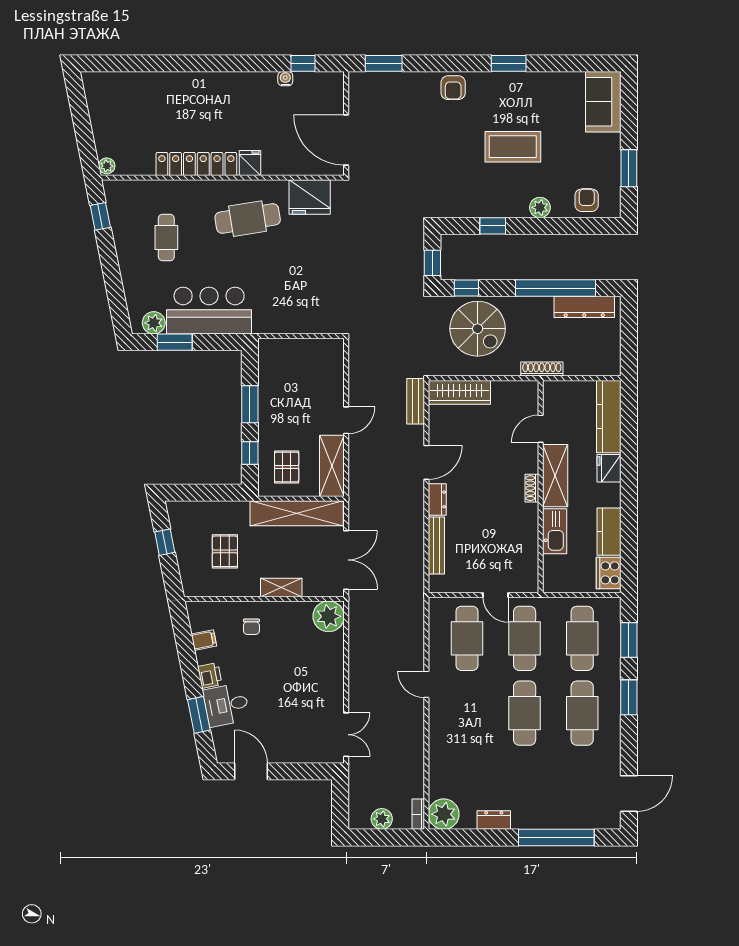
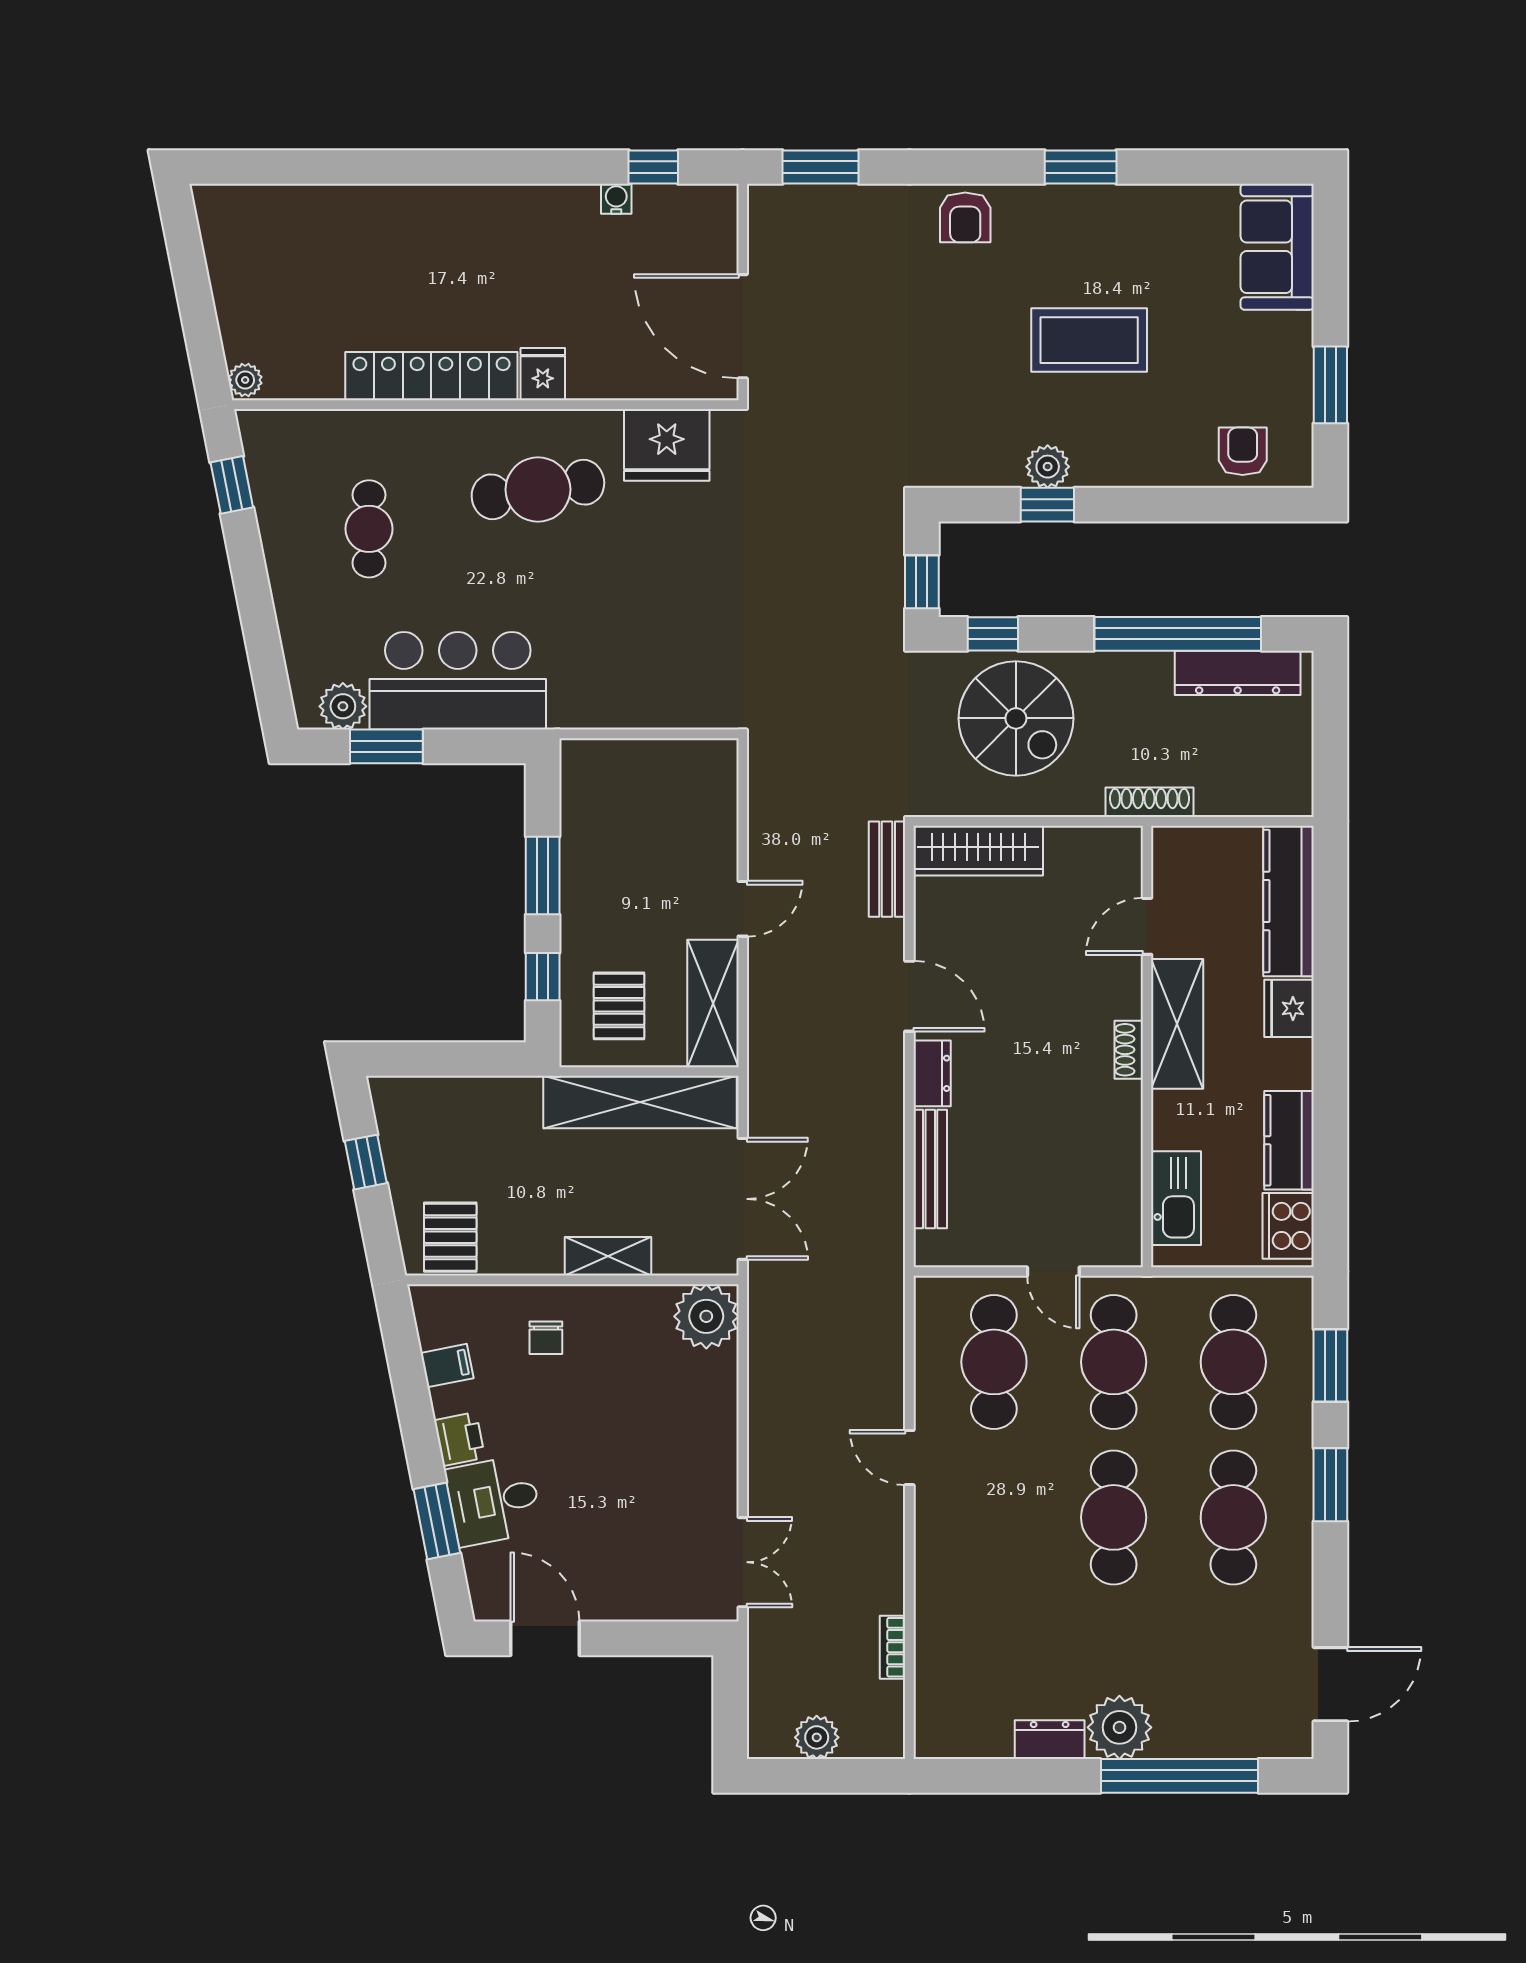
plant: (540, 208) -> (1048, 467), moved
door: (426, 462) -> (909, 996), hinge flipped
kitchen sink: (555, 531) -> (1176, 1198), moved
pallet: (225, 551) -> (450, 1237), moved
bookcase: (418, 814) -> (893, 1647), moved
plant: (444, 814) -> (1119, 1727), moved

